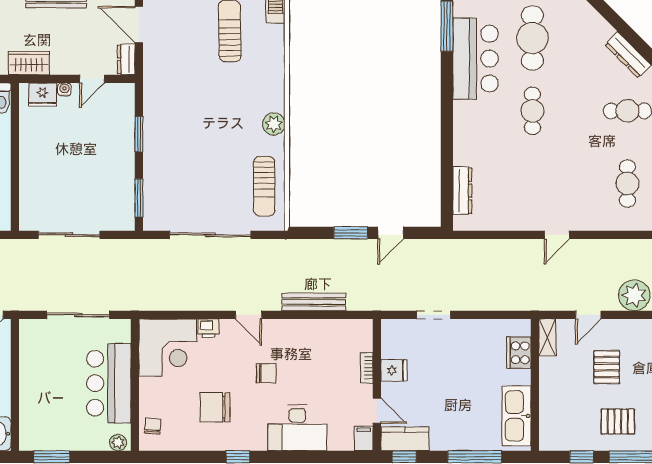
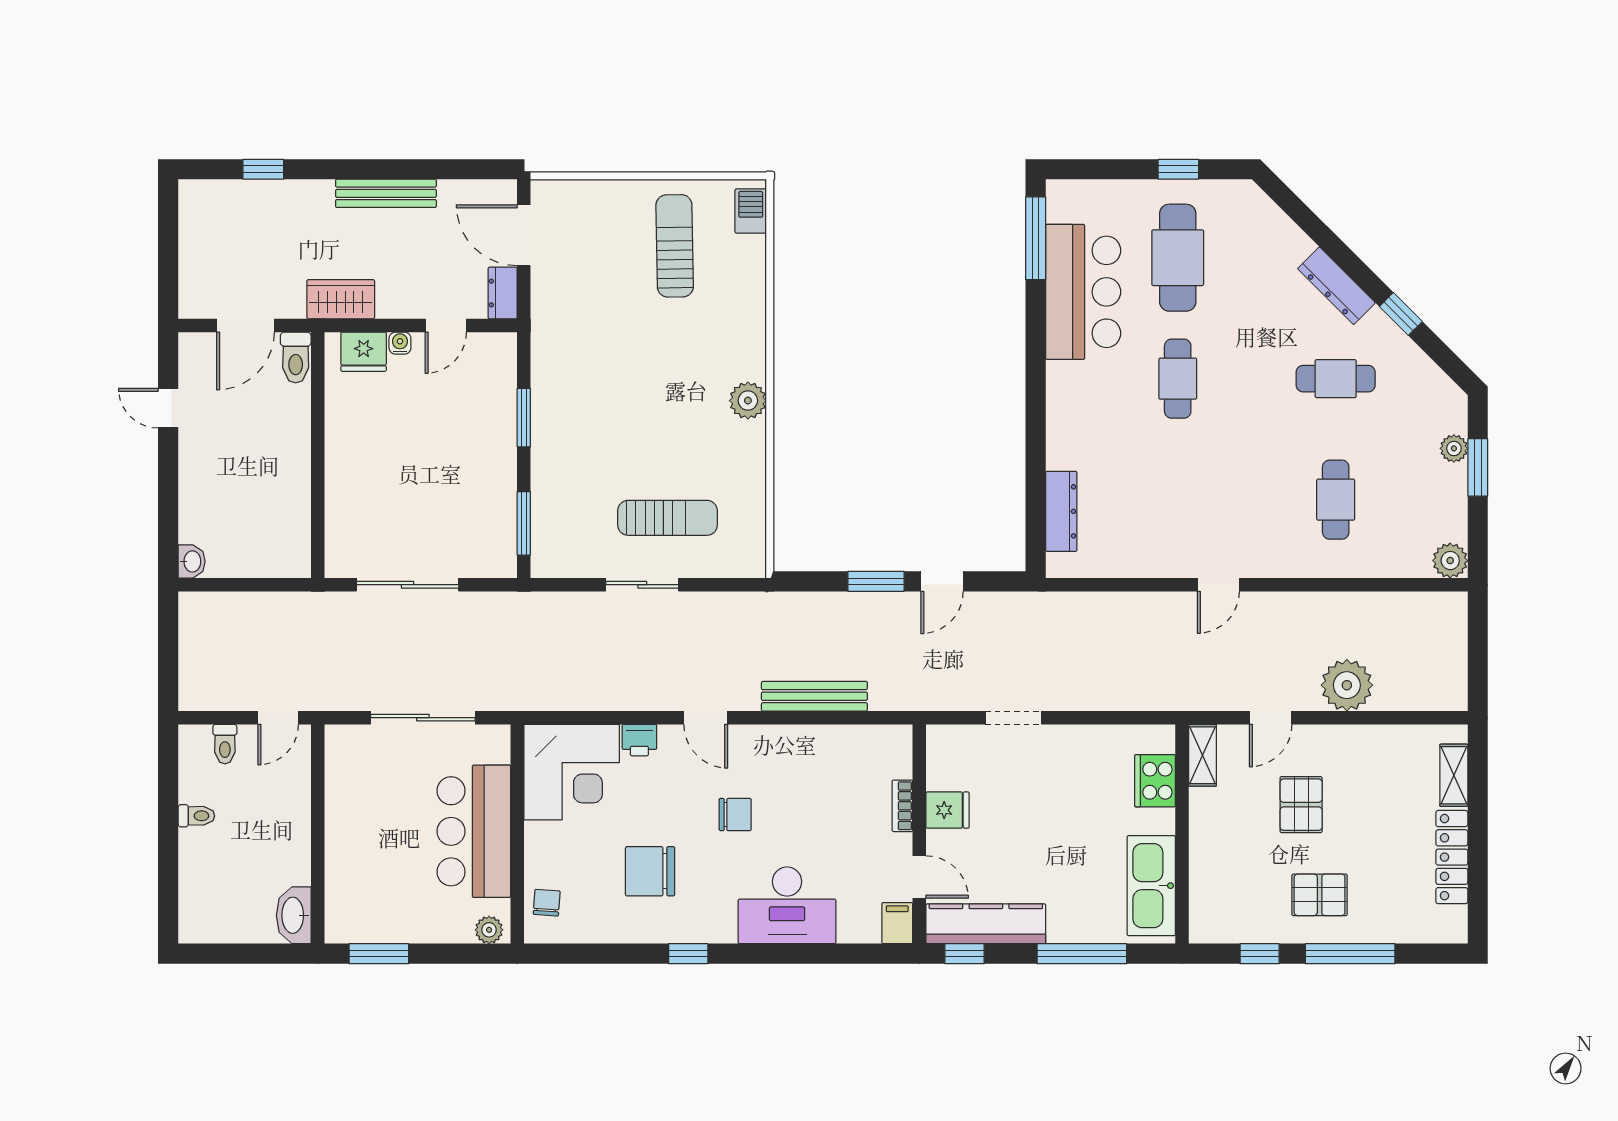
sun lounger: (264, 186) -> (668, 518), moved, turned -90
sliding door: (210, 235) -> (642, 585), width x0.54
kitchen counter: (405, 439) -> (986, 924), width x1.50

